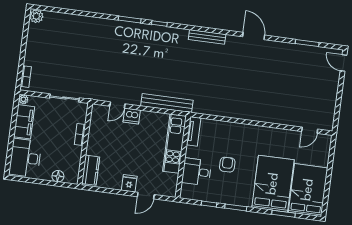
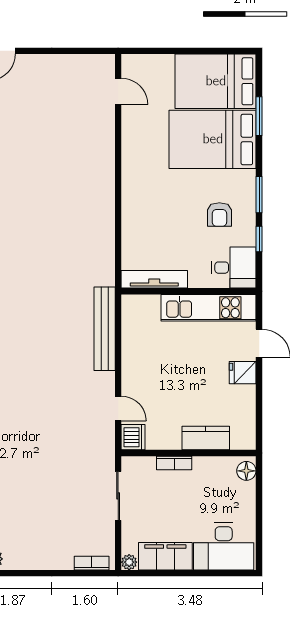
dishwasher: (132, 116) -> (133, 437), moved
tv unit: (194, 131) -> (154, 279), width x1.41
kitchen unit: (174, 144) -> (209, 308), moved
armchair: (227, 165) -> (219, 215), moved, turned -90
kitchen counter: (91, 170) -> (206, 438), moved
desk: (197, 172) -> (234, 268), moved, turned -90
floor lamp: (58, 176) -> (246, 471), moved

